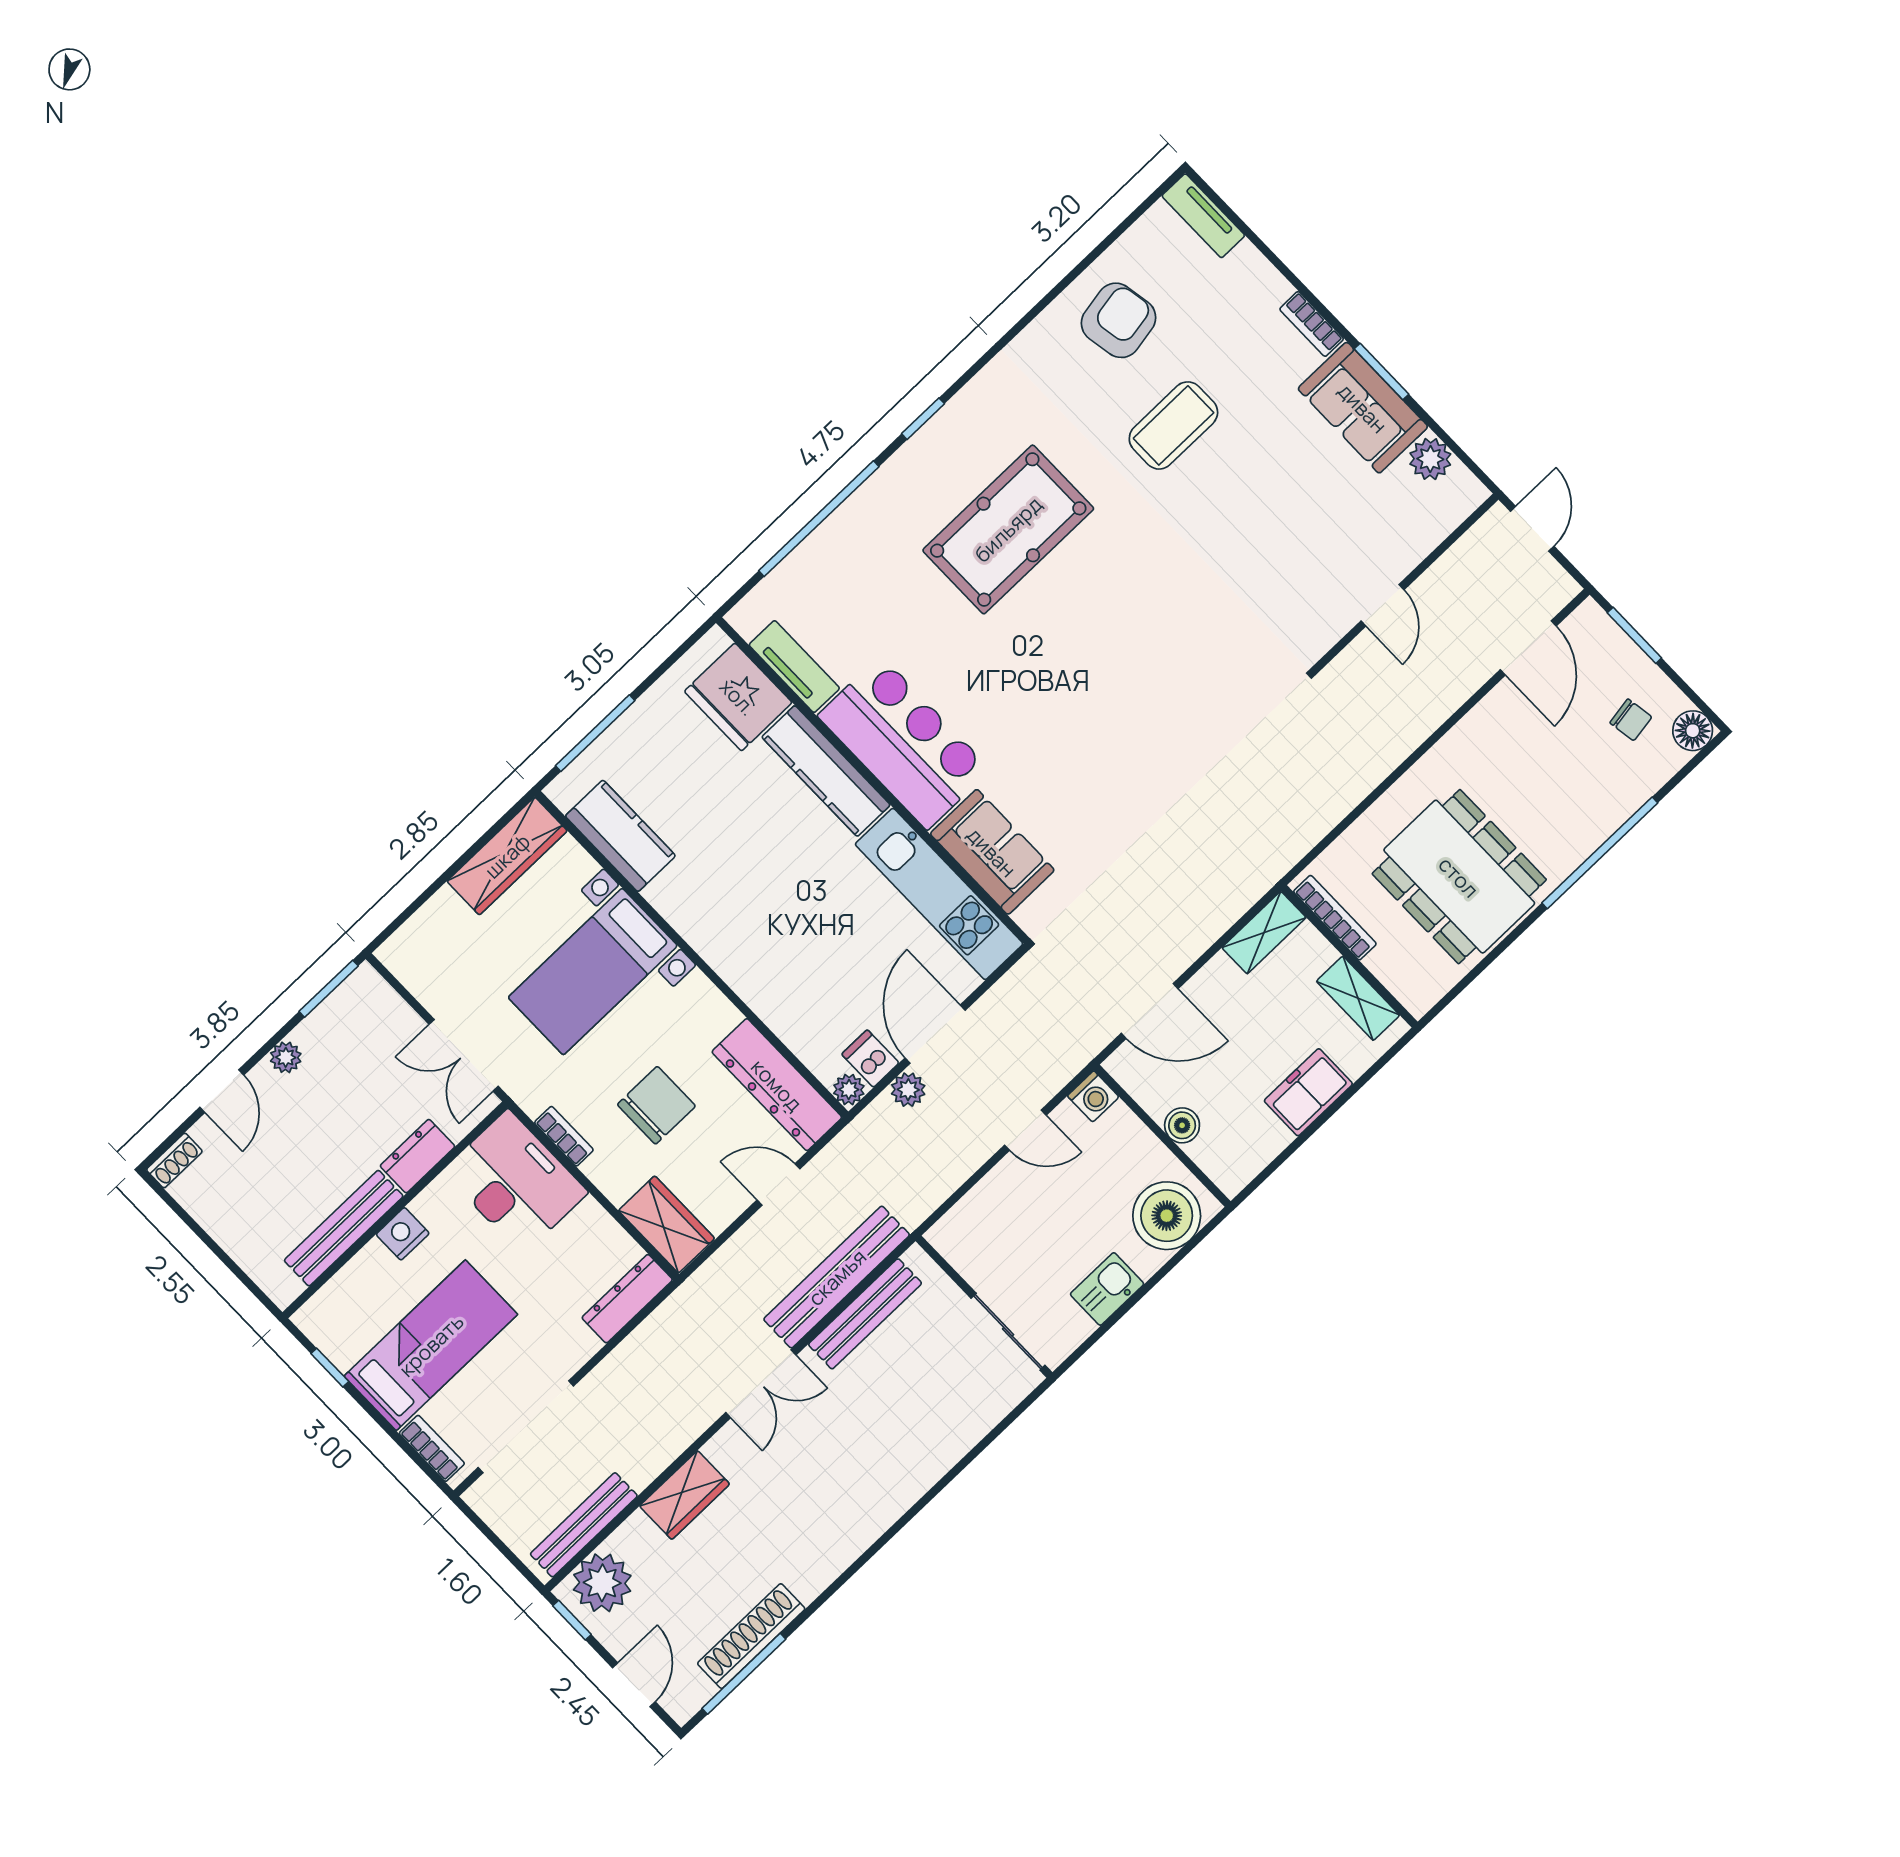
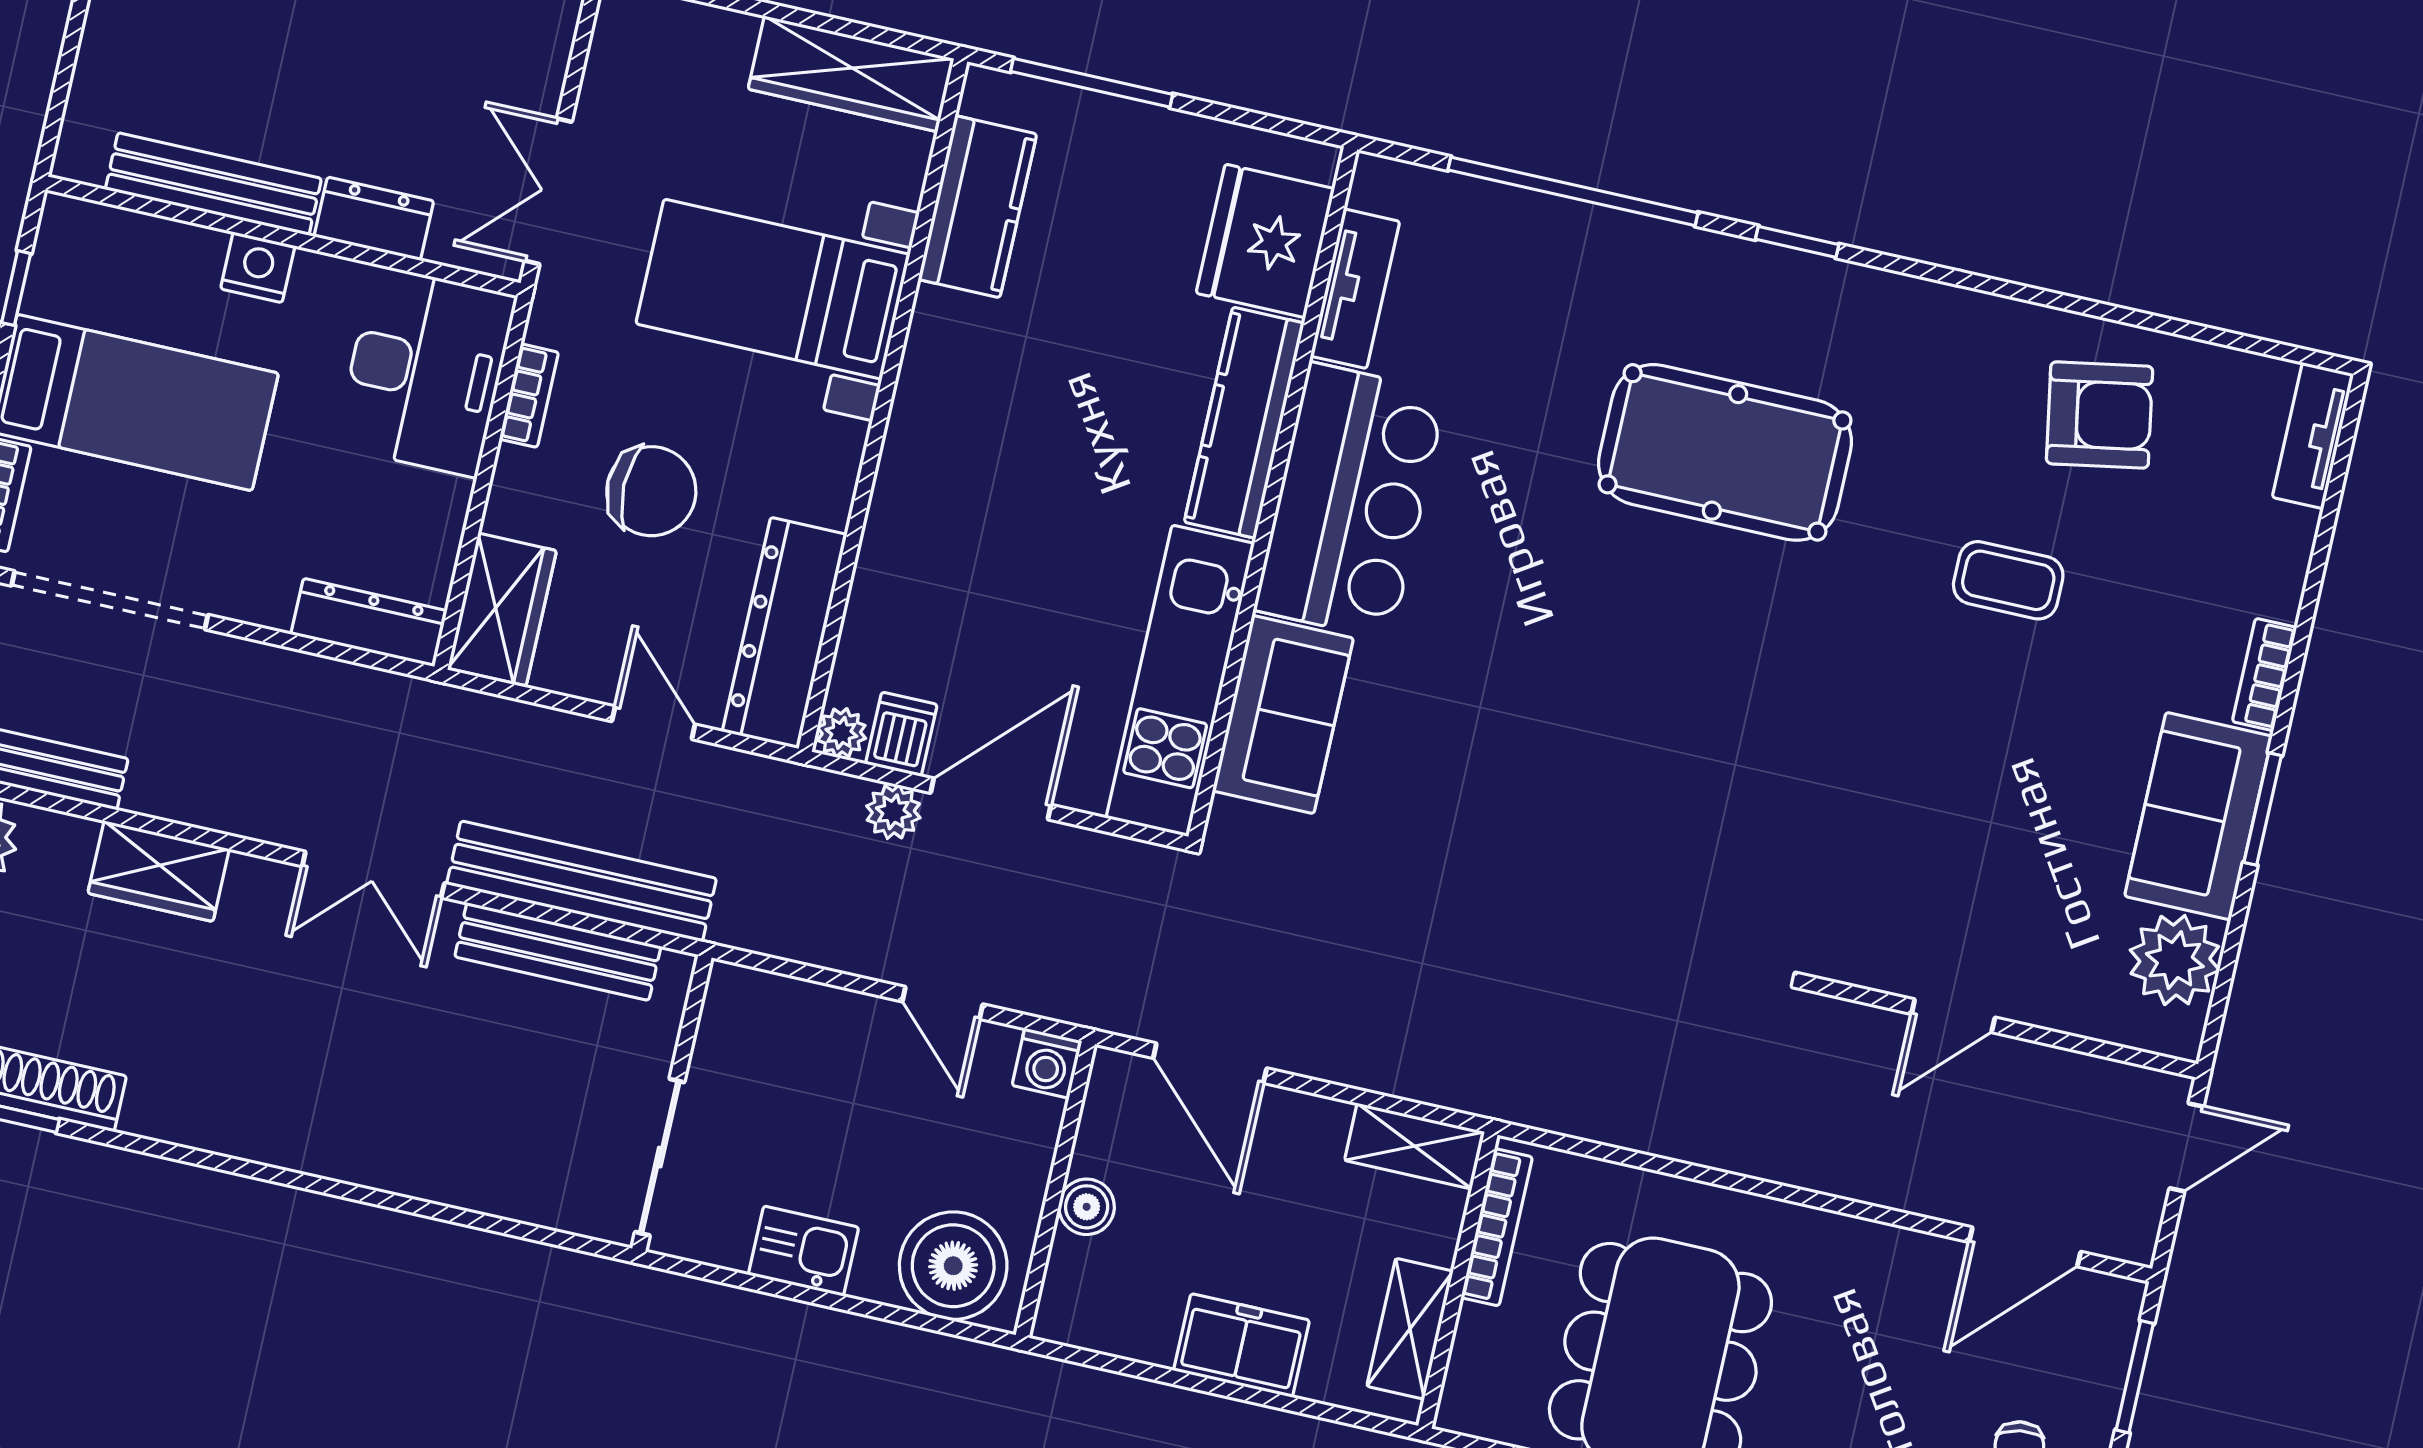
coffee table: (1173, 425) -> (2008, 580), width x0.73, depth x0.77
plant: (1430, 459) -> (2175, 960), width x1.36, depth x1.36

